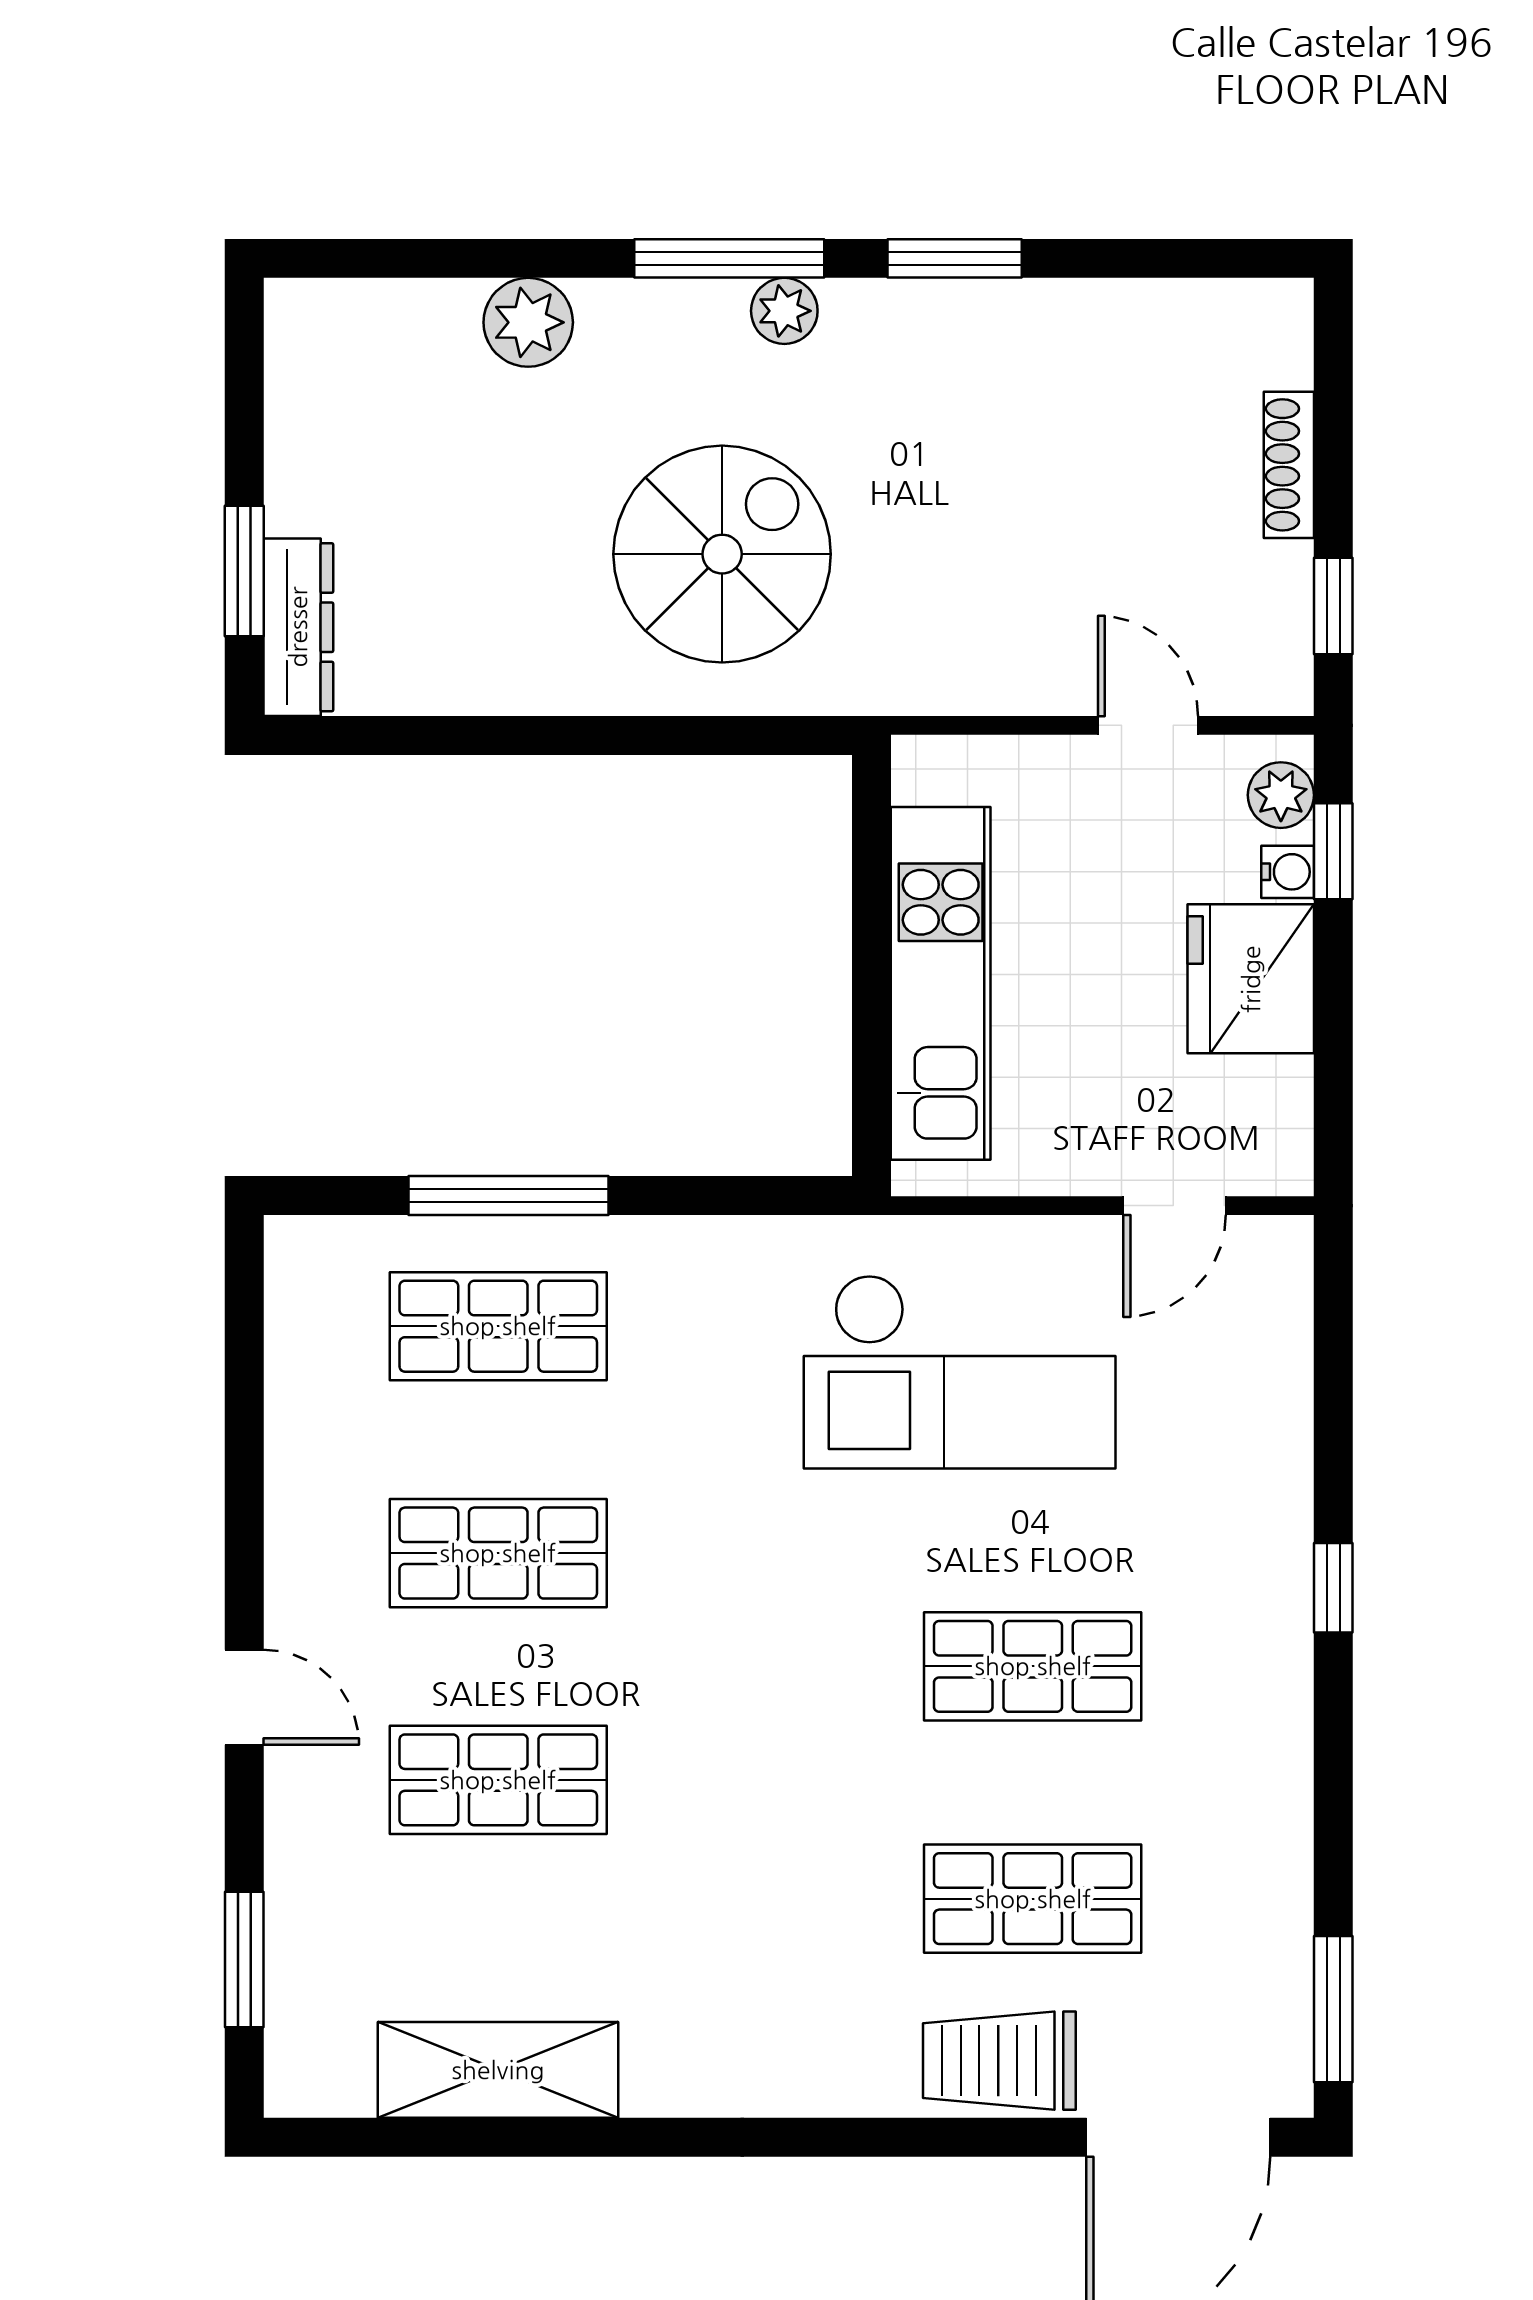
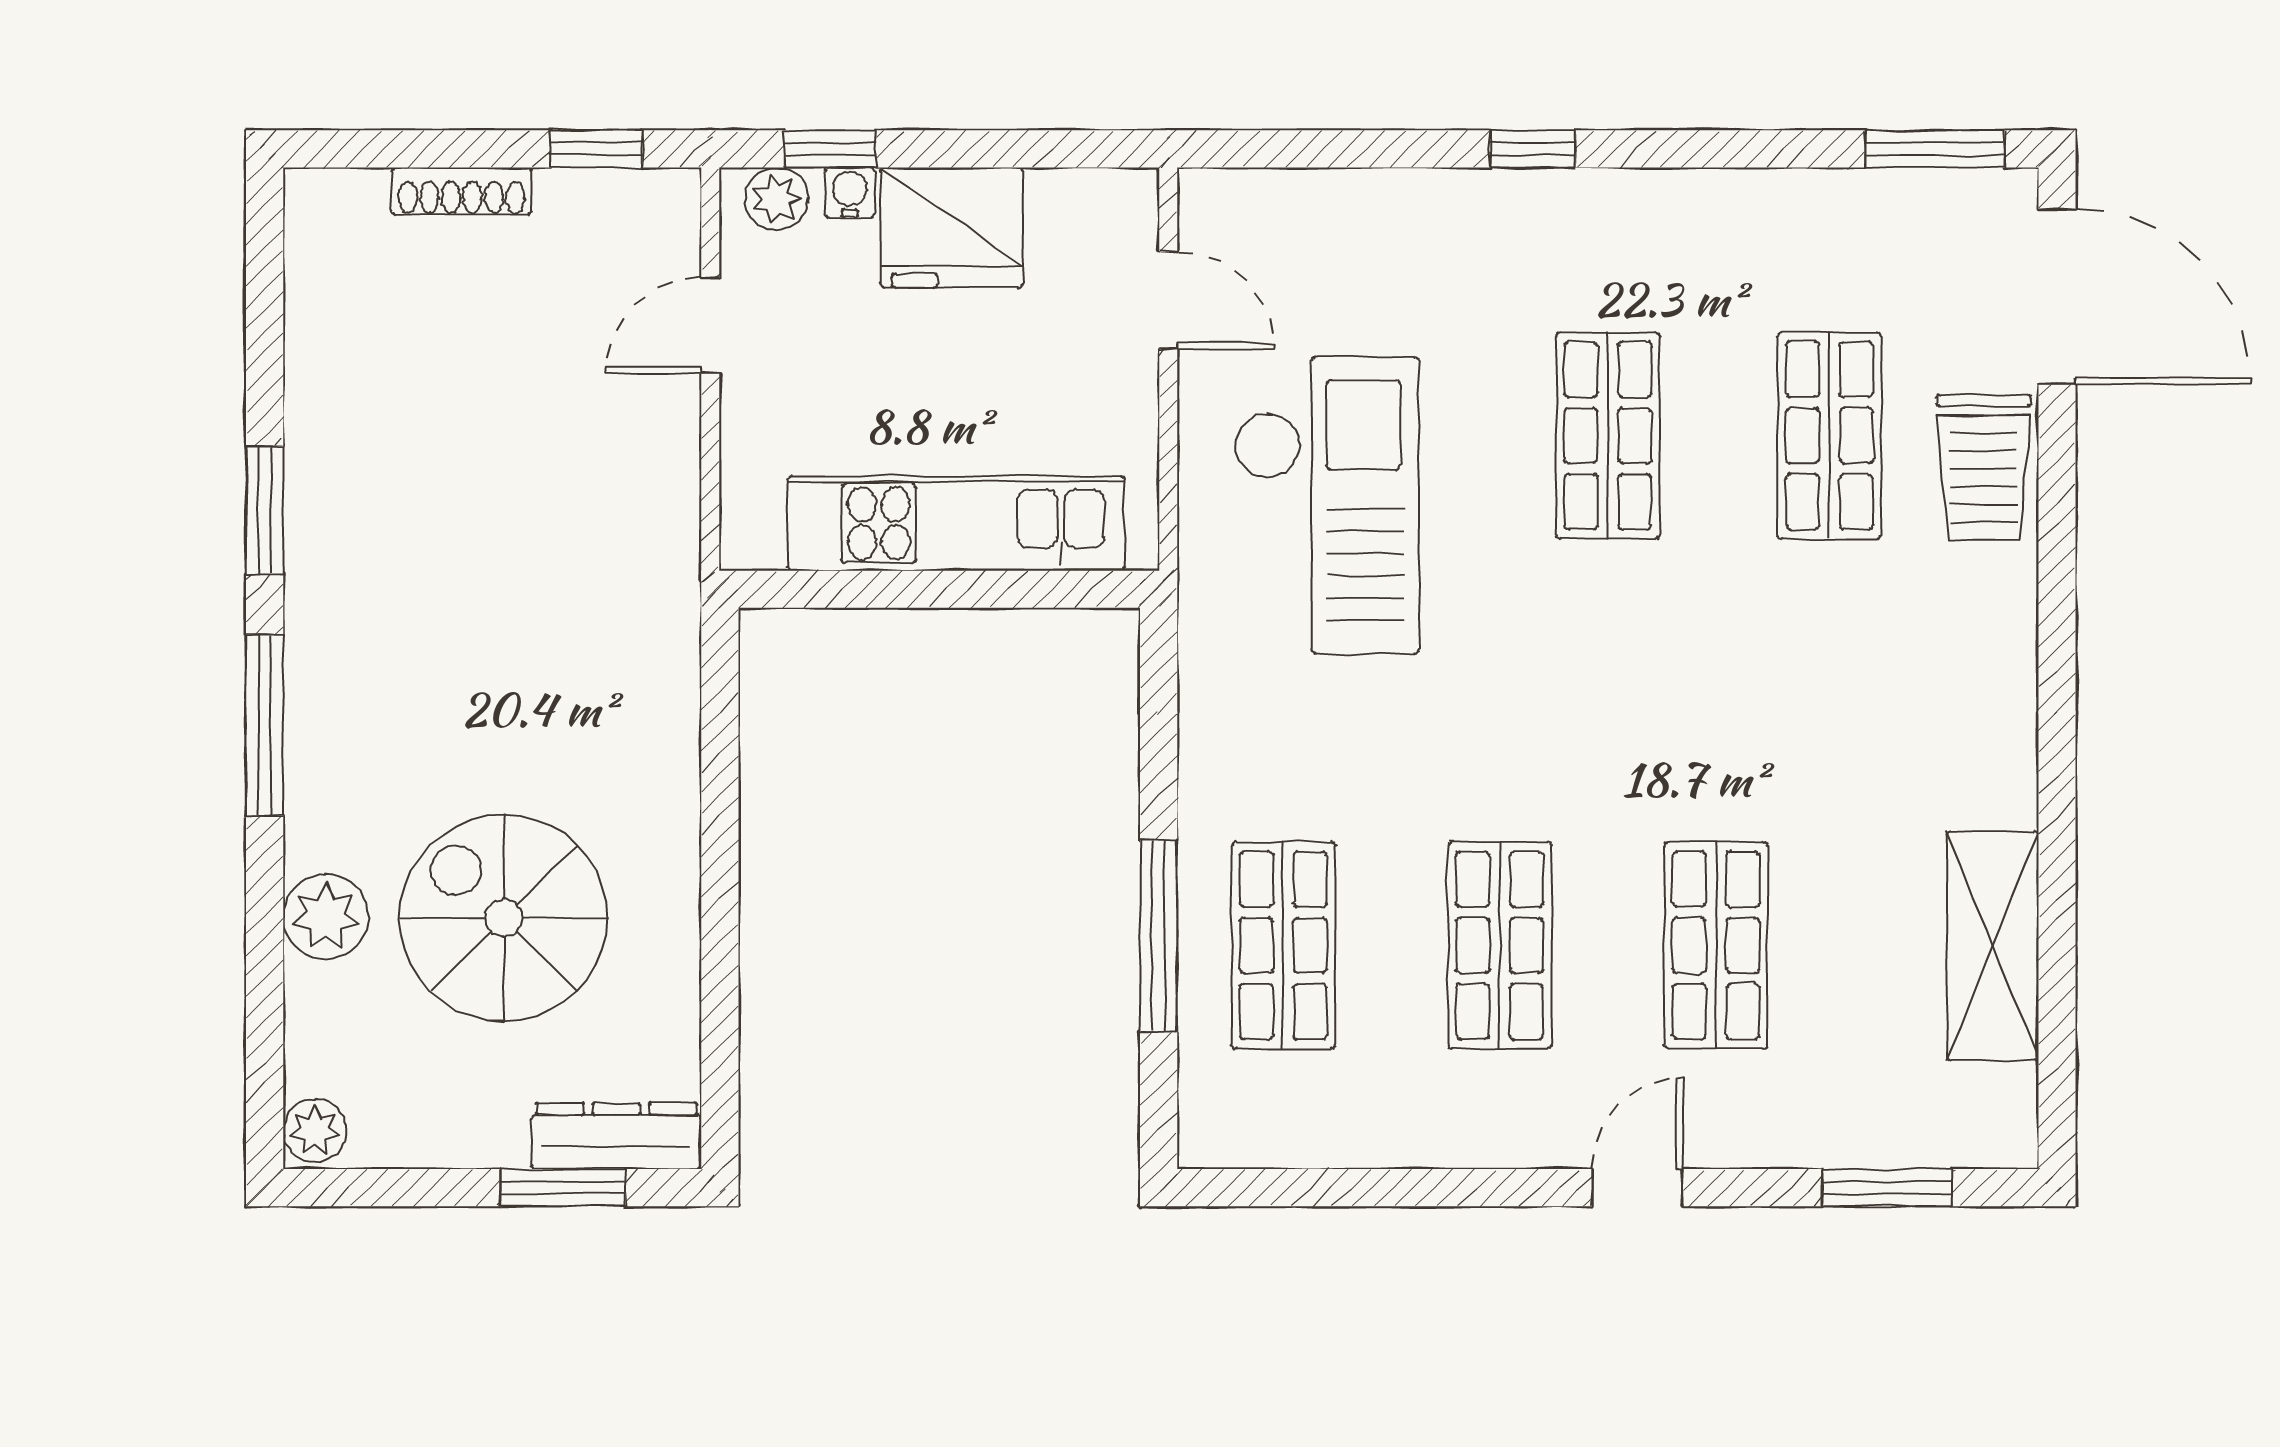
plant: (784, 311) -> (315, 1131), moved
spiral stairs: (722, 554) -> (504, 918), moved

